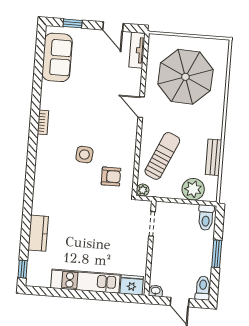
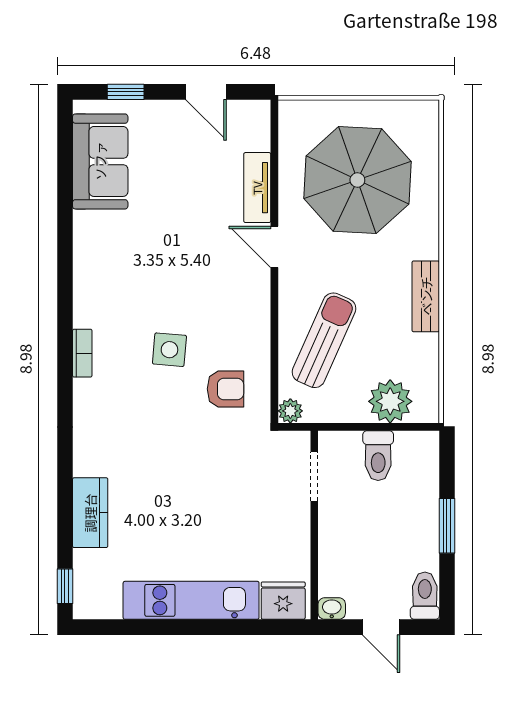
tv unit: (137, 50) -> (257, 188), moved
bookcase: (43, 122) -> (82, 353), moved
bench: (214, 157) -> (426, 296), moved
toilet: (206, 218) -> (378, 456), moved

